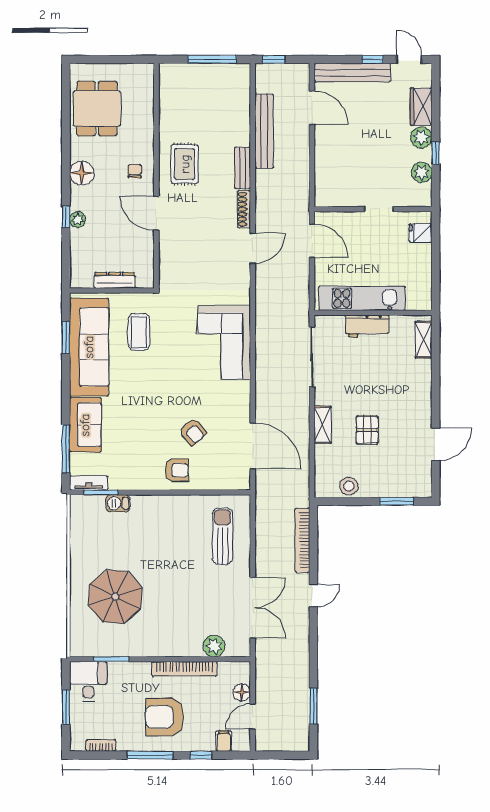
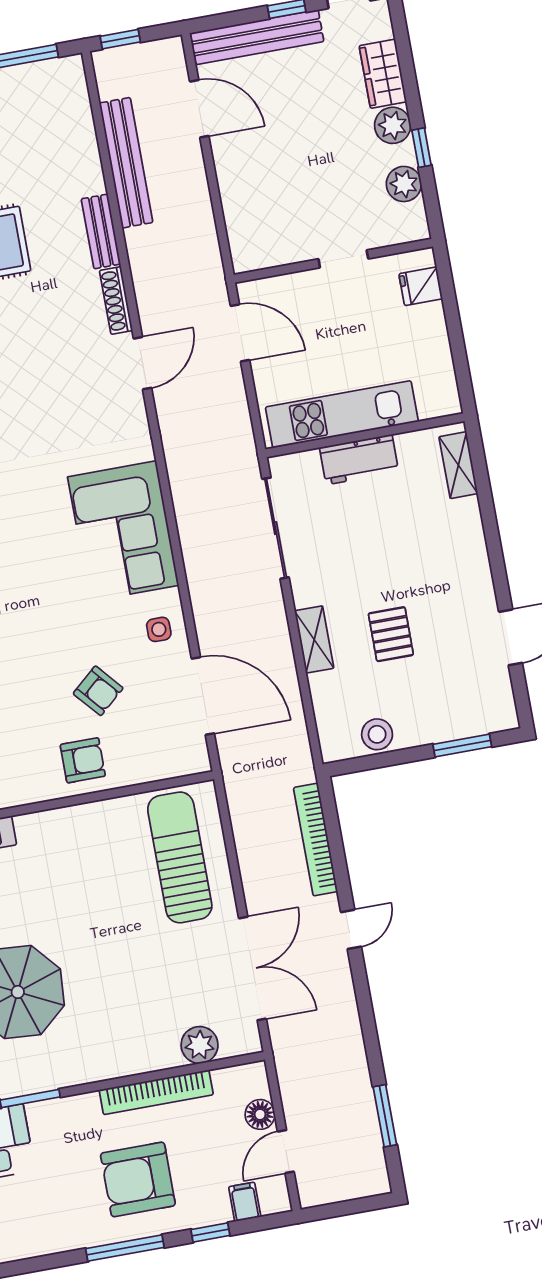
side table: (234, 403) -> (159, 629), added
sun lounger: (222, 536) -> (180, 857), width x1.36, depth x1.34
bookcase: (101, 745) -> (39, 1247), removed

